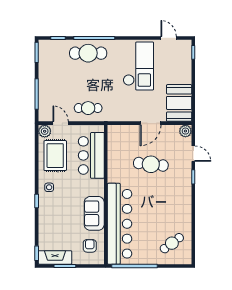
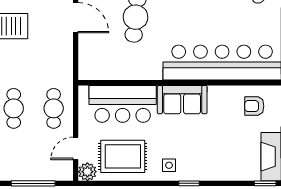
cafe table: (88, 81) -> (14, 108), added
sofa: (94, 213) -> (182, 100), moved

